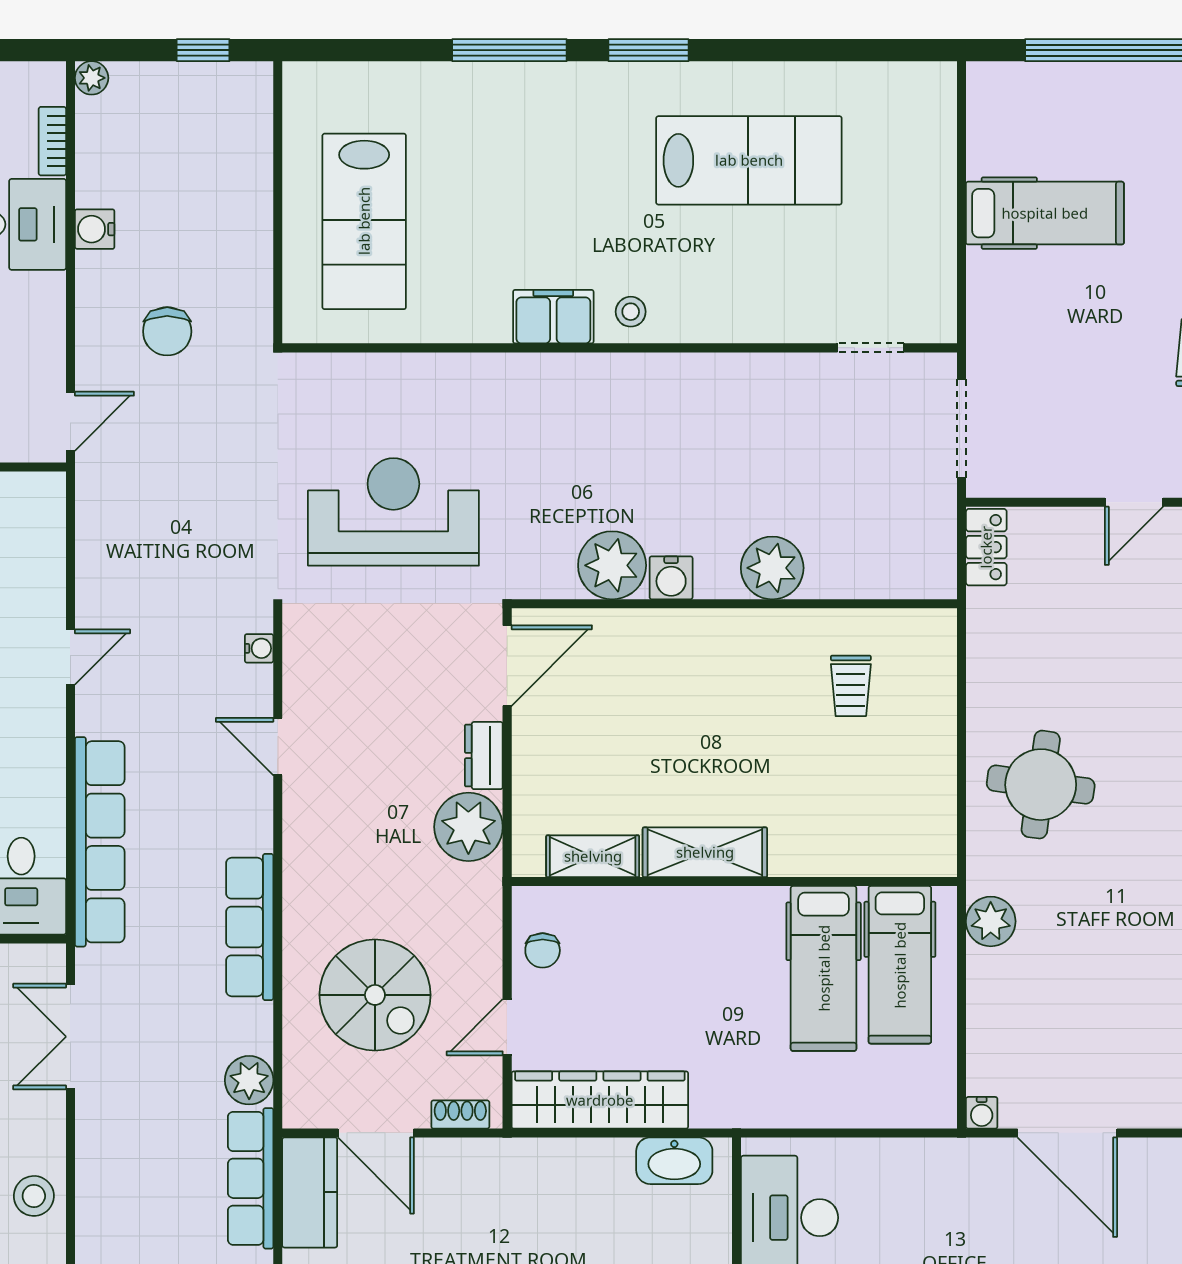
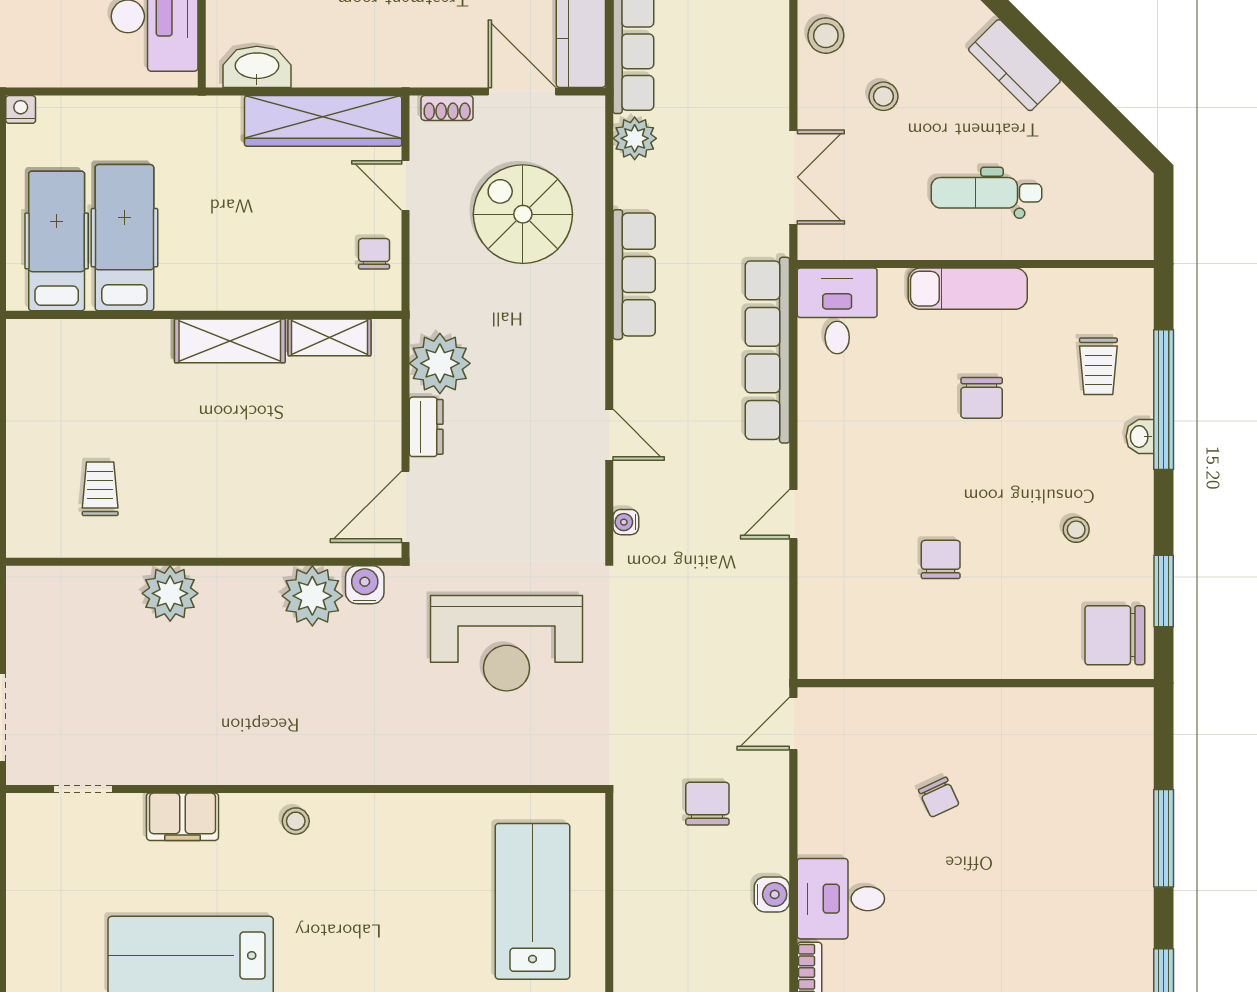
filing cabinet: (553, 317) -> (183, 817), moved
water cooler: (671, 578) -> (365, 585), moved
door: (507, 1027) -> (405, 185), swing flipped
nightstand: (940, 1113) -> (21, 109), added

